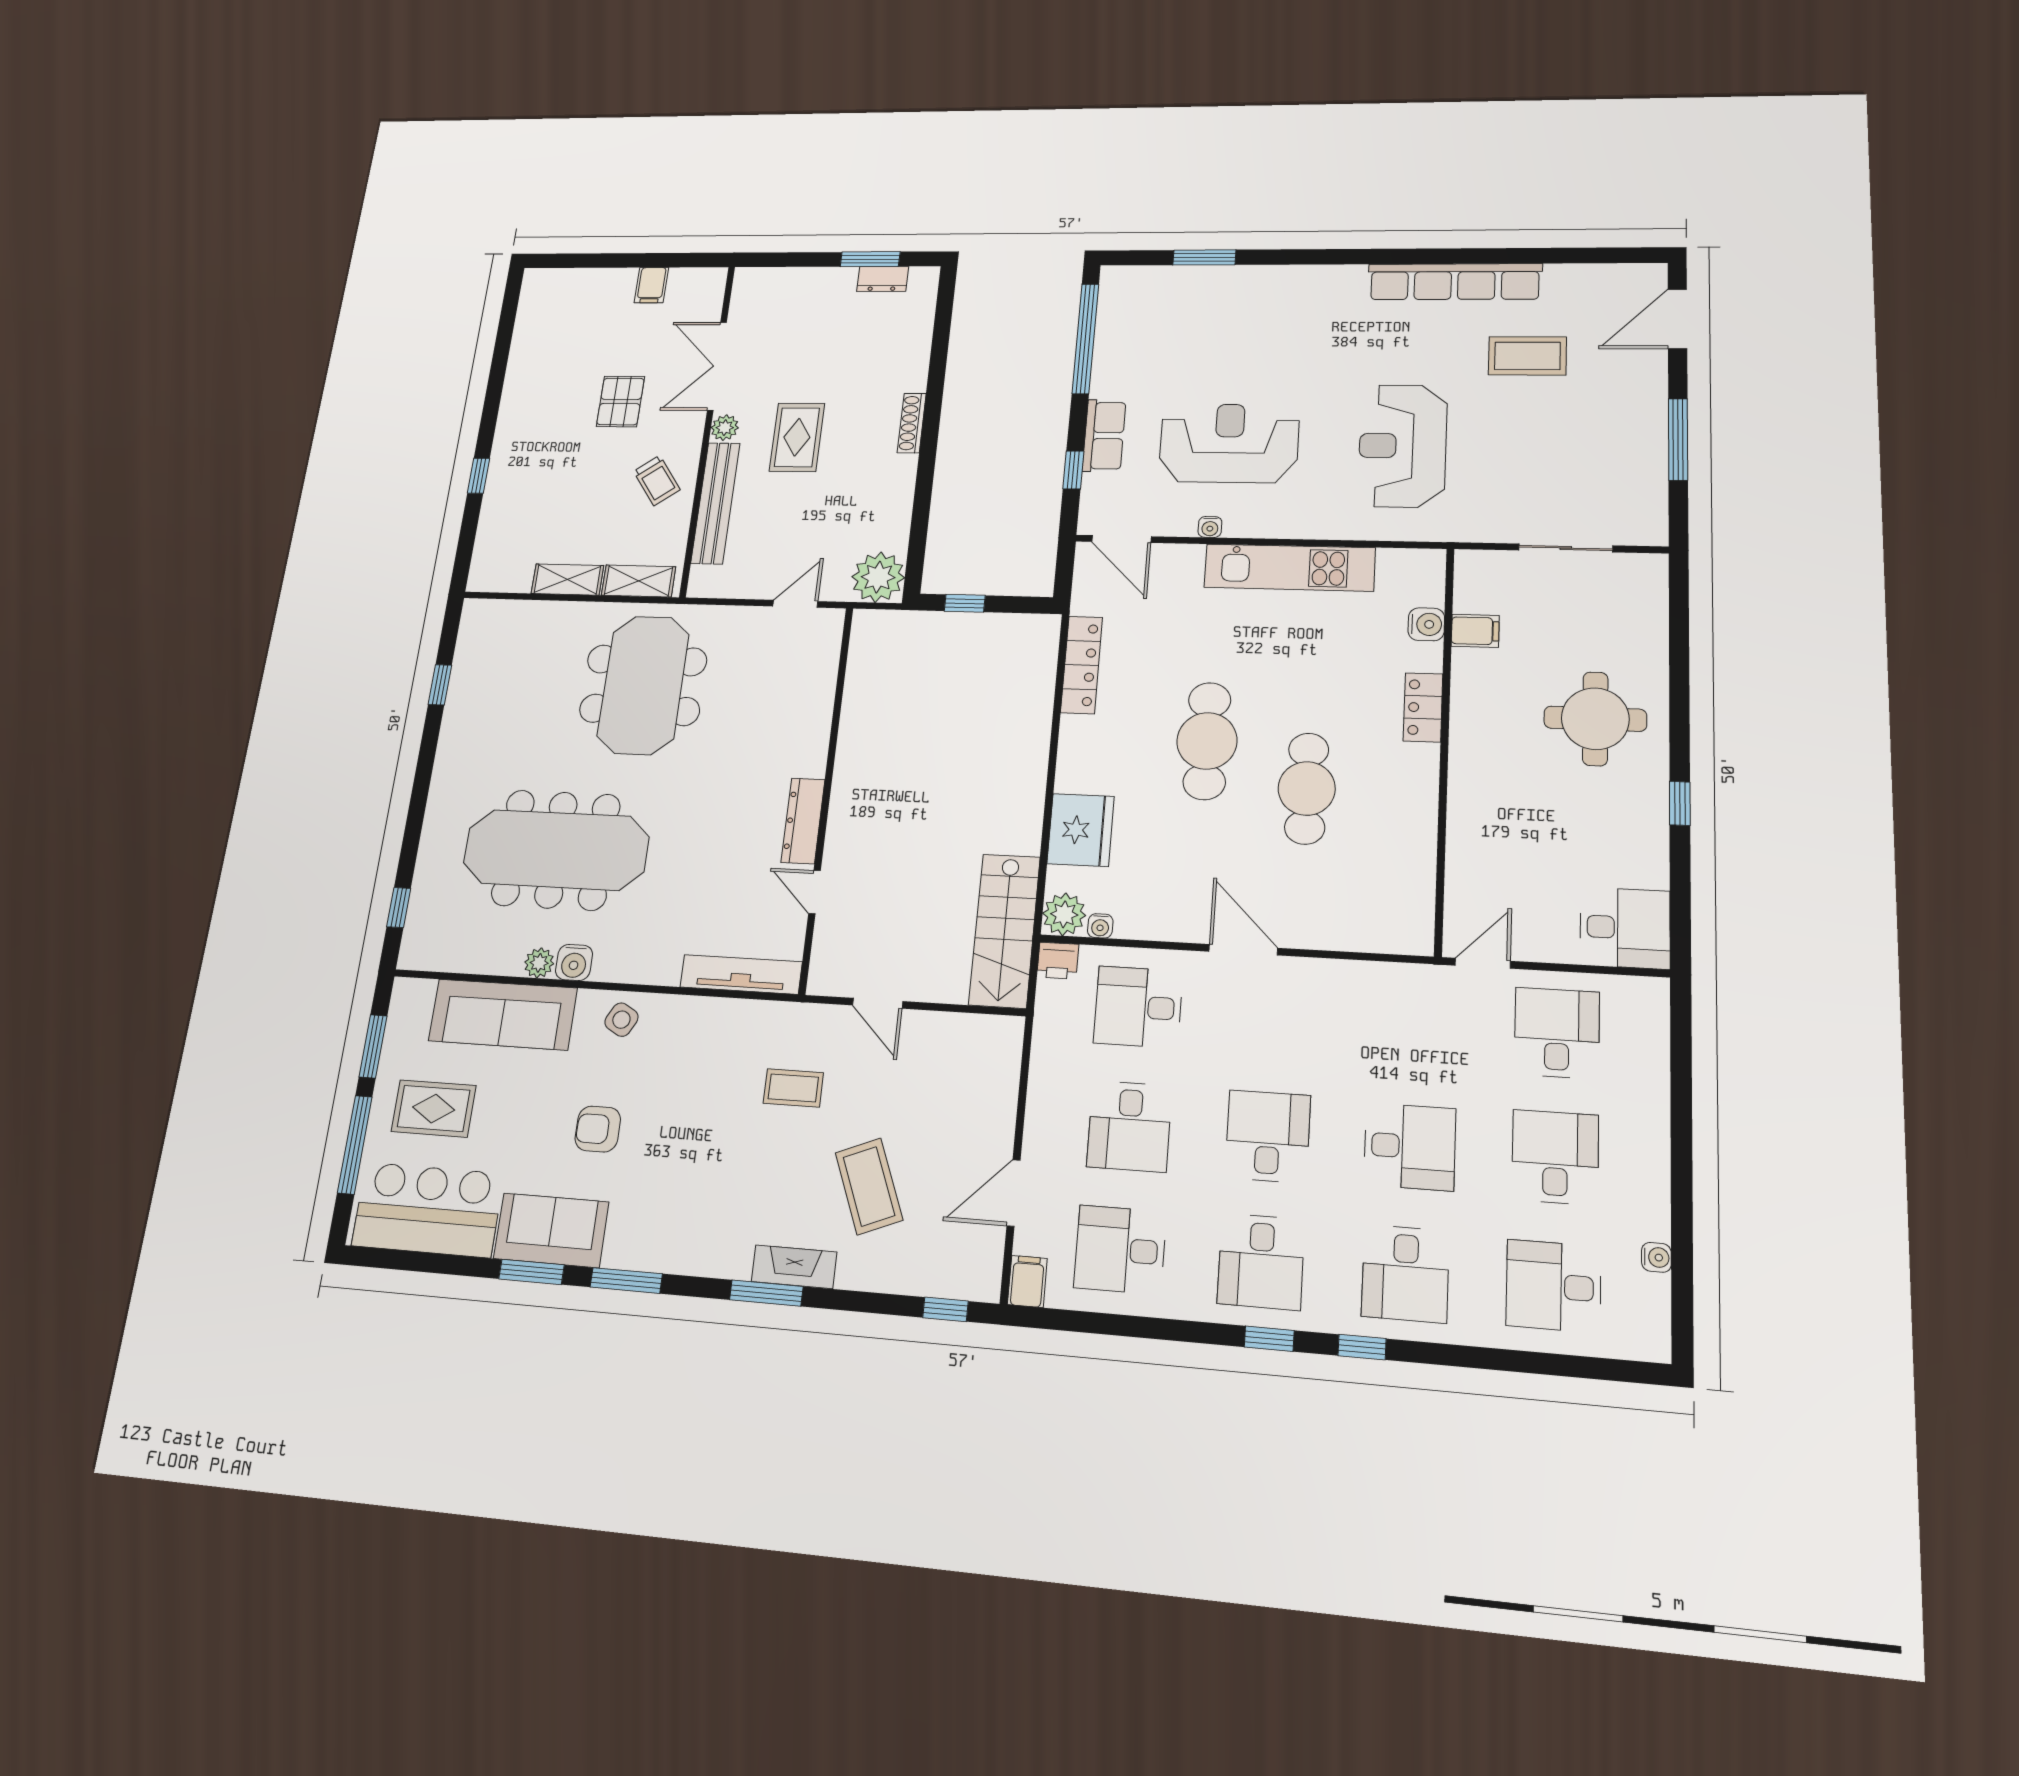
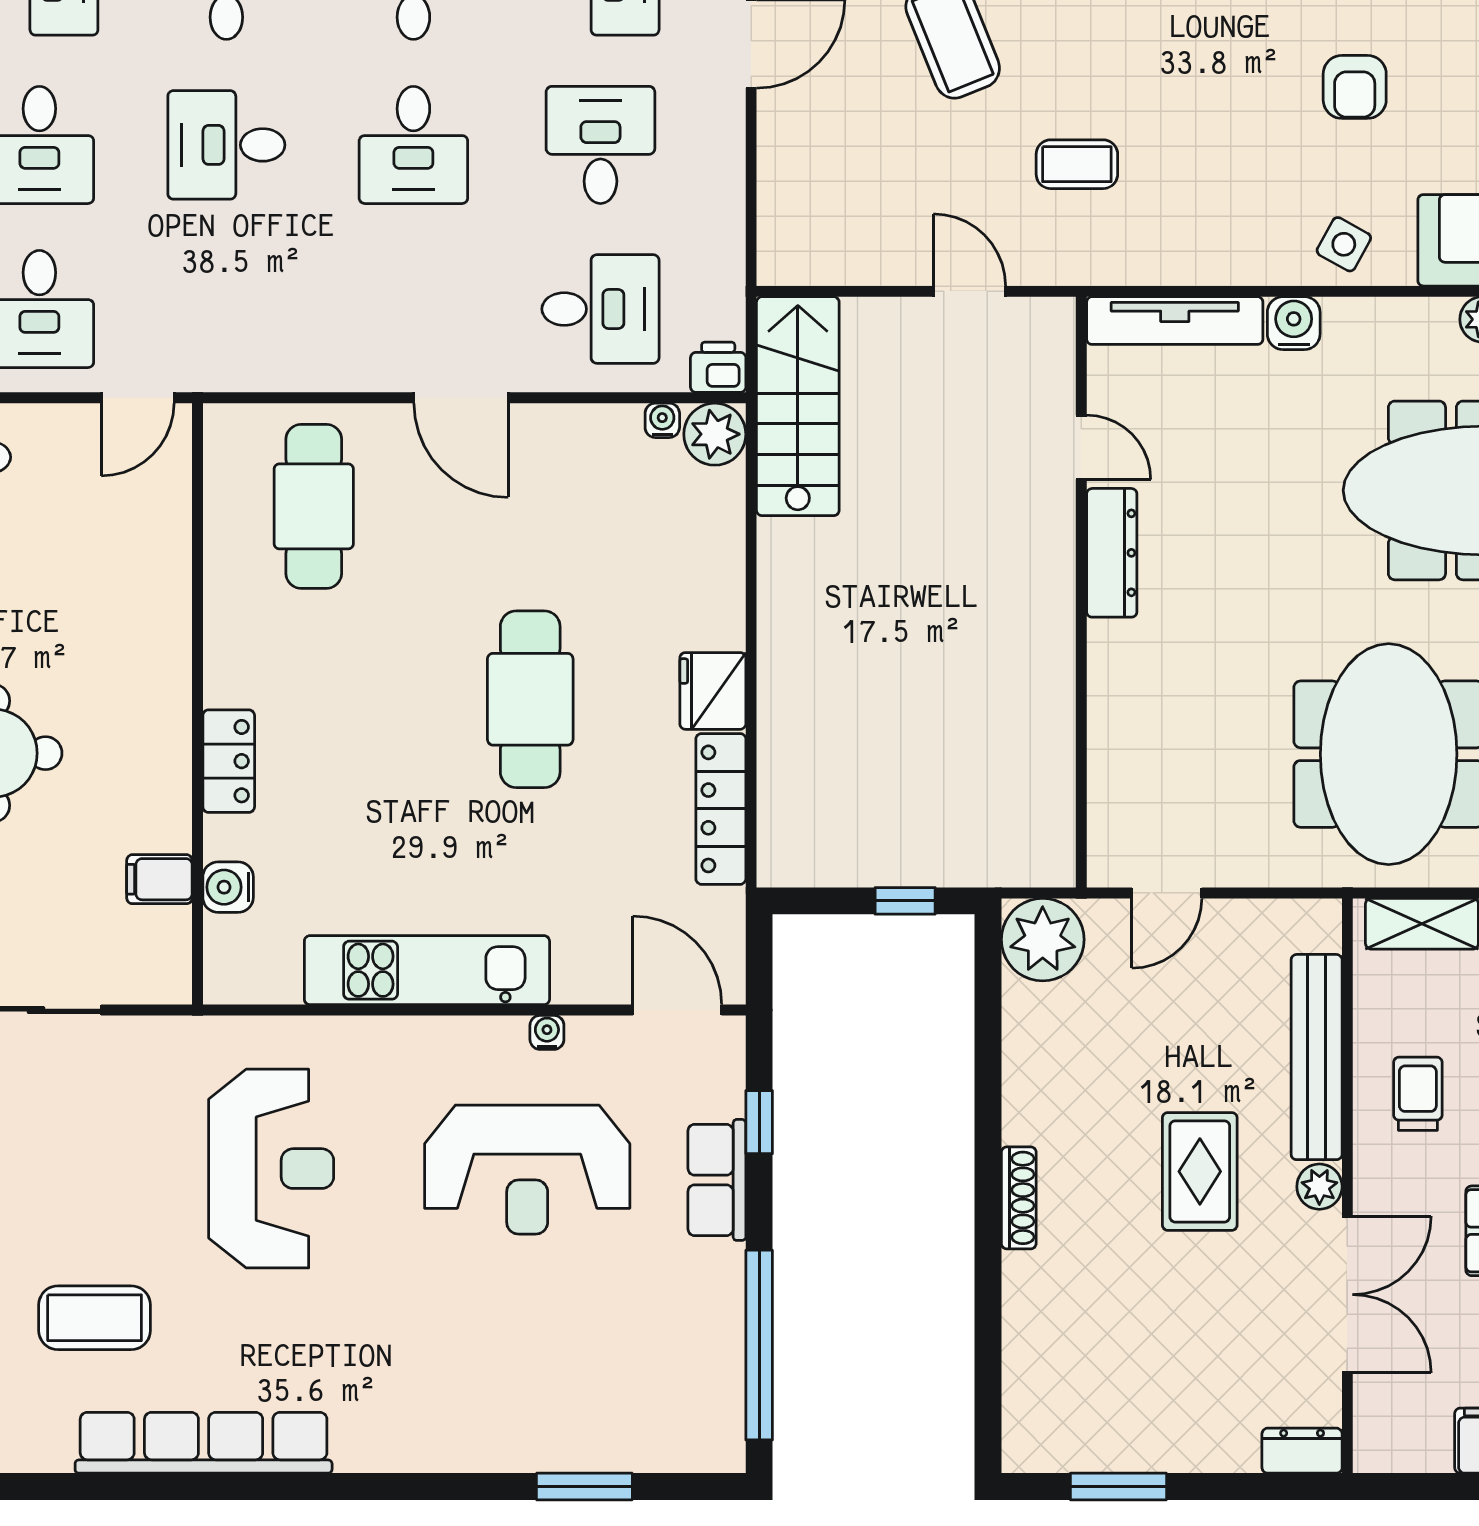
dresser: (883, 279) -> (1302, 1451), moved
trolley: (657, 481) -> (1418, 1094), turned 36
cafe table: (1307, 788) -> (314, 506), moved
fridge: (1081, 830) -> (713, 691), moved, width x0.73, depth x0.75
water cooler: (574, 962) -> (1294, 323), moved
armchair: (598, 1129) -> (1355, 87), turned 90

